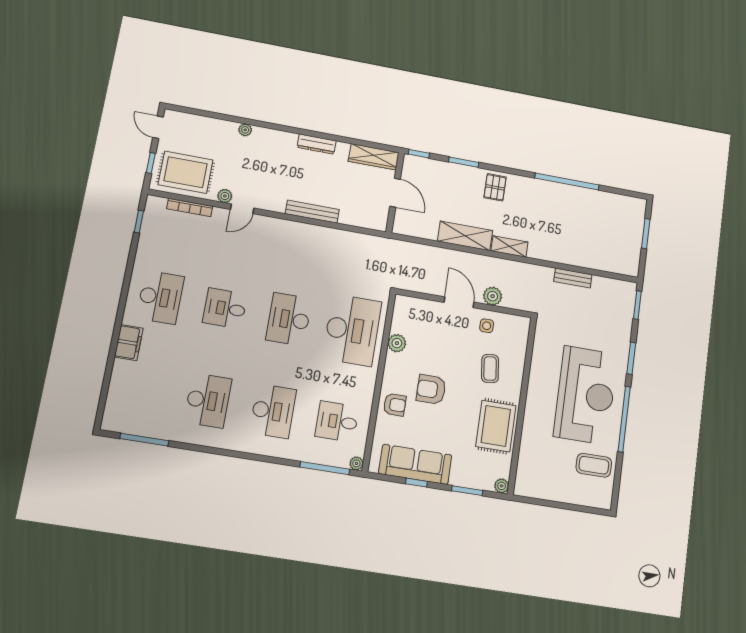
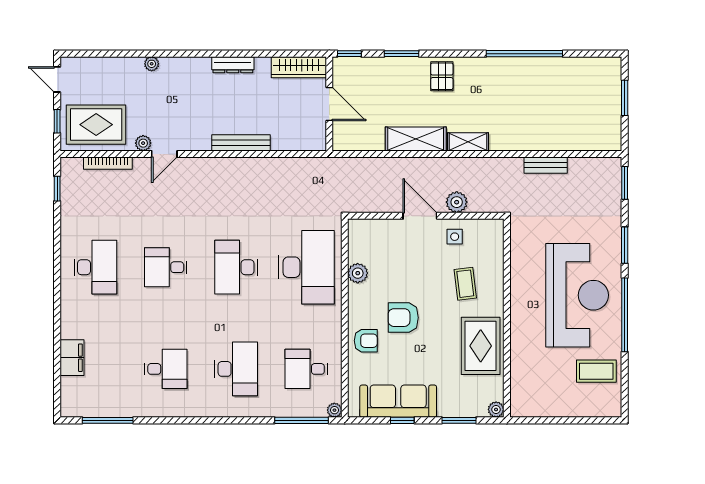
filing cabinet: (129, 343) -> (72, 358), moved
desk: (208, 401) -> (166, 369), width x0.73

